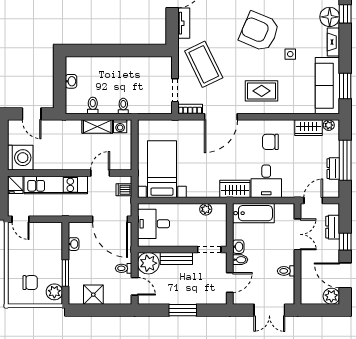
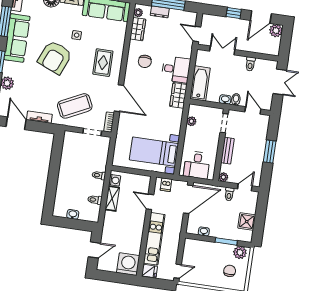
dresser: (333, 169) -> (160, 12), moved
dresser: (333, 227) -> (221, 21), removed
plant: (148, 263) -> (223, 177), width x0.53, depth x0.53

